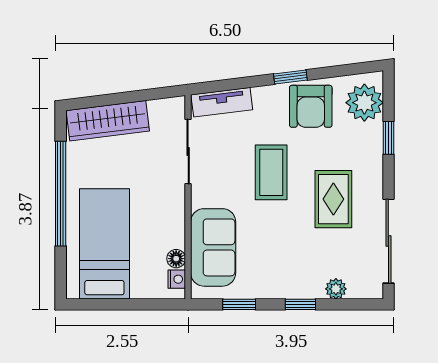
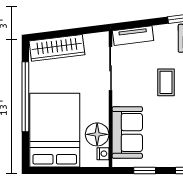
coffee table: (271, 172) -> (166, 82), width x0.73, depth x0.77
bed: (104, 244) -> (55, 130), width x1.50
floor lamp: (176, 259) -> (97, 134), width x1.89, depth x1.89

